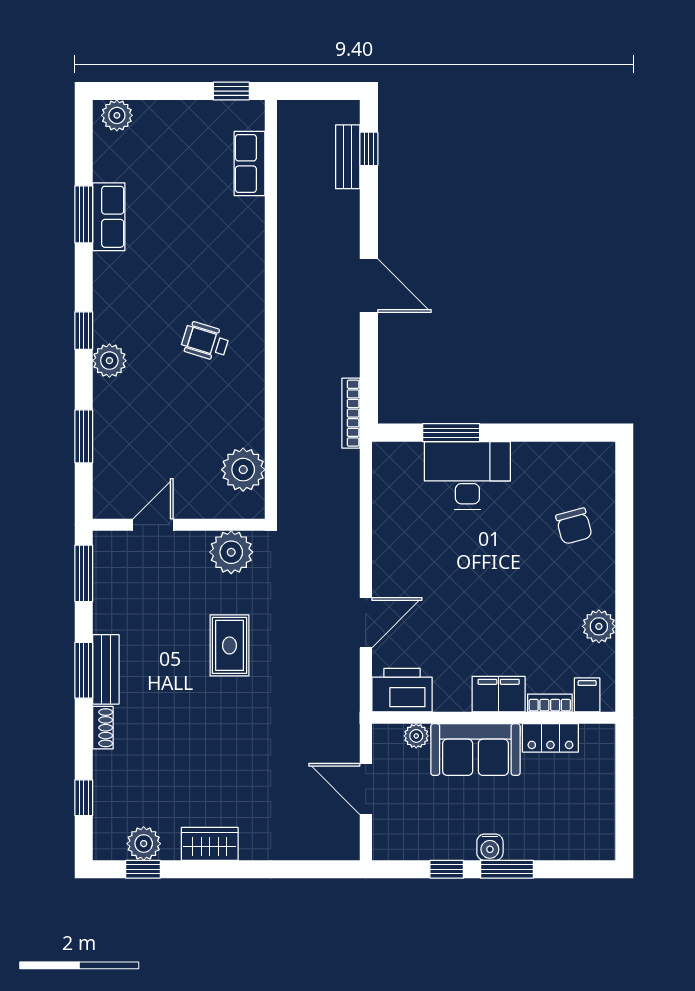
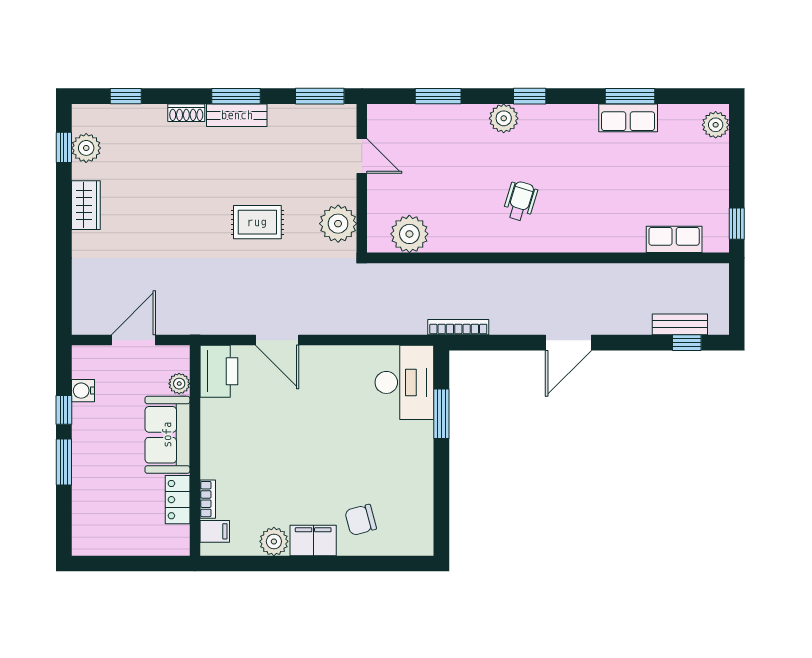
desk: (467, 475) -> (404, 382), moved
filing cabinet: (499, 694) -> (313, 540), moved, turned -90
water cooler: (490, 847) -> (83, 391), moved

